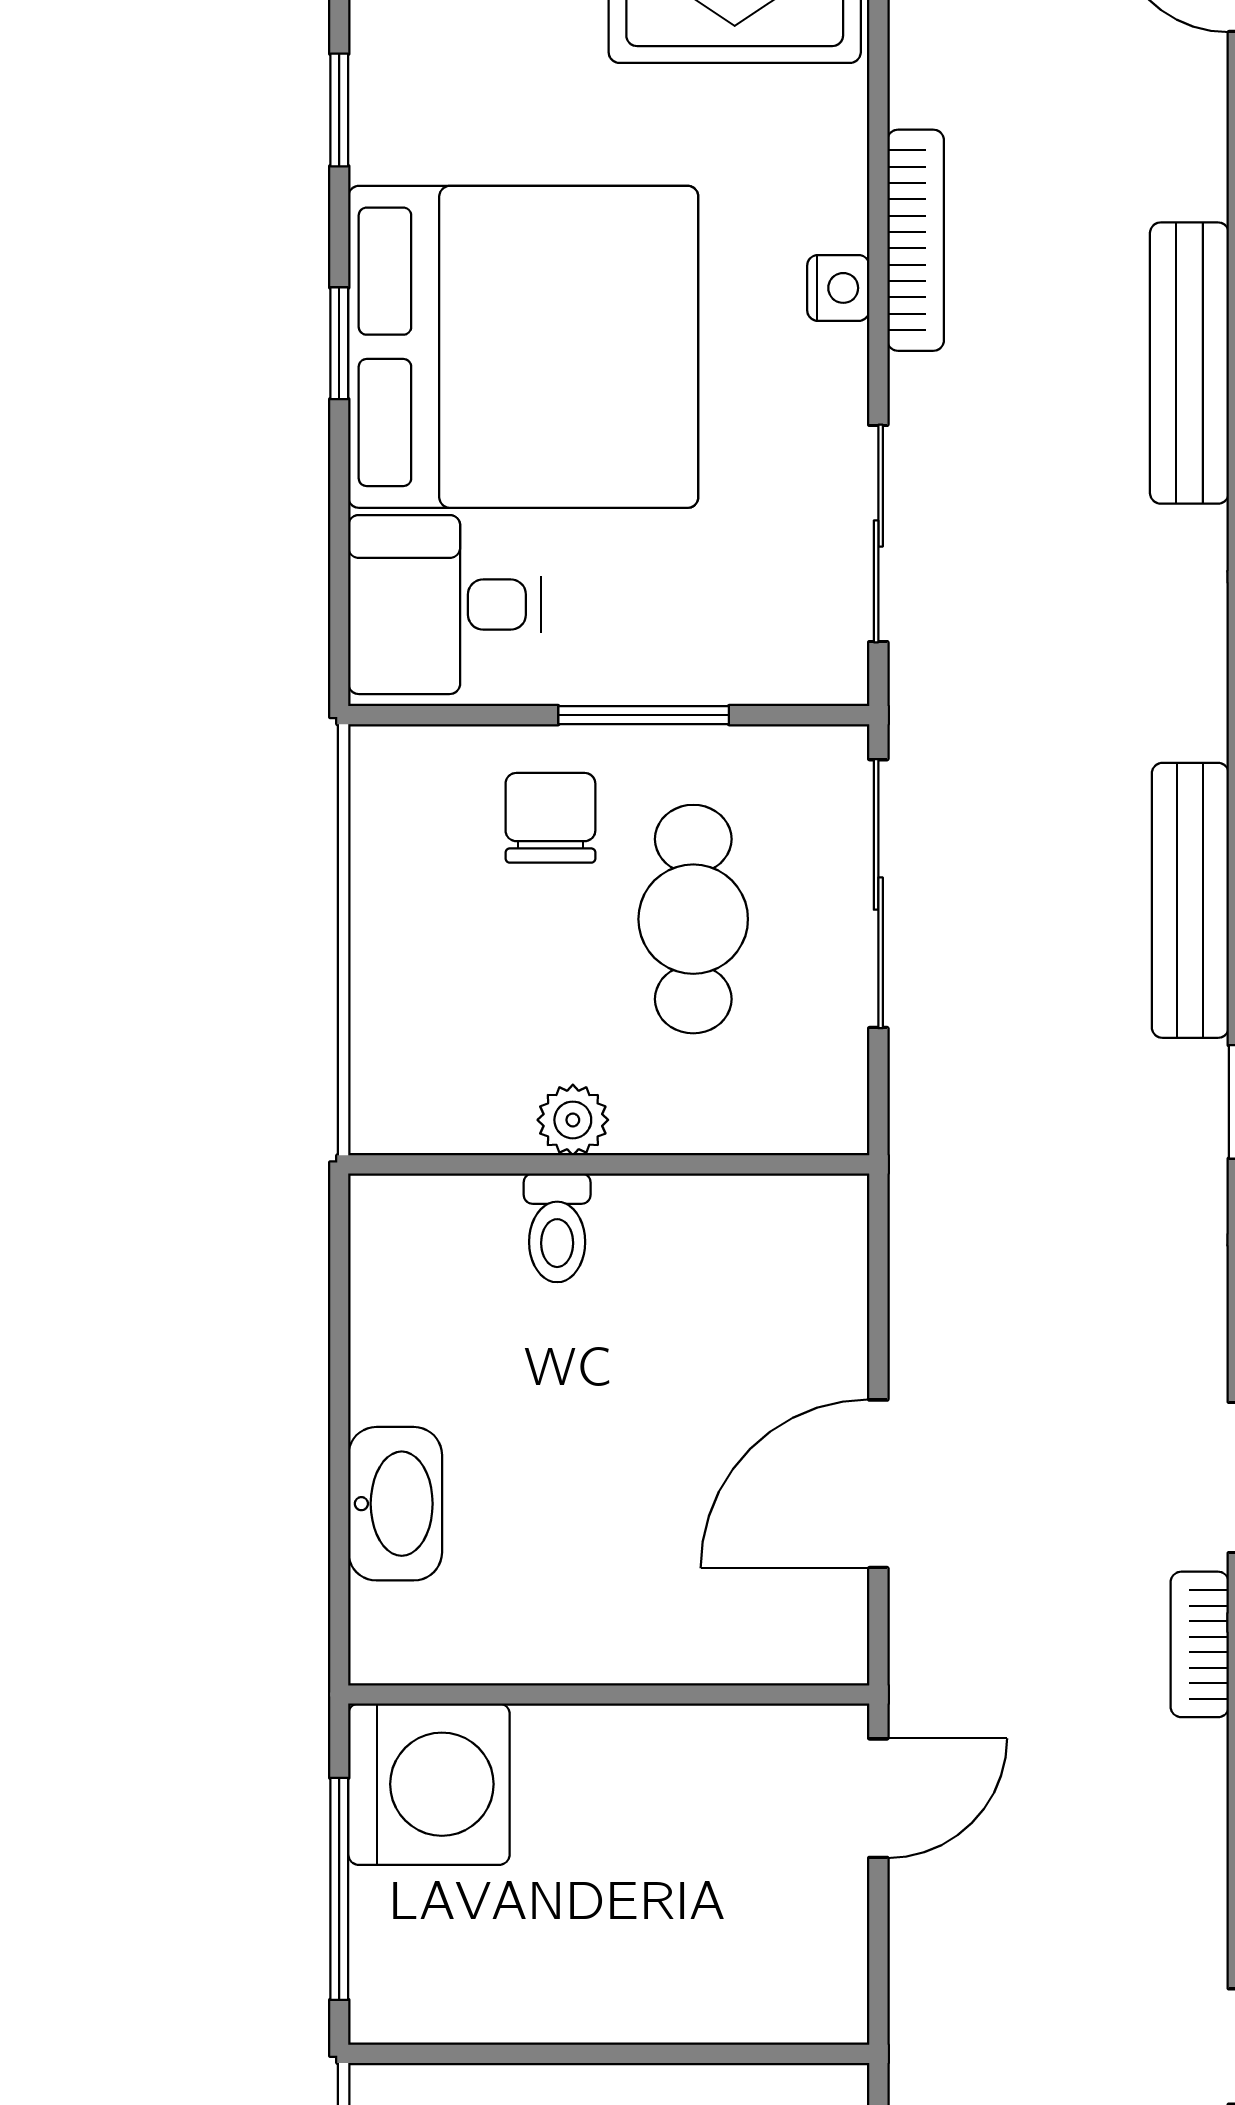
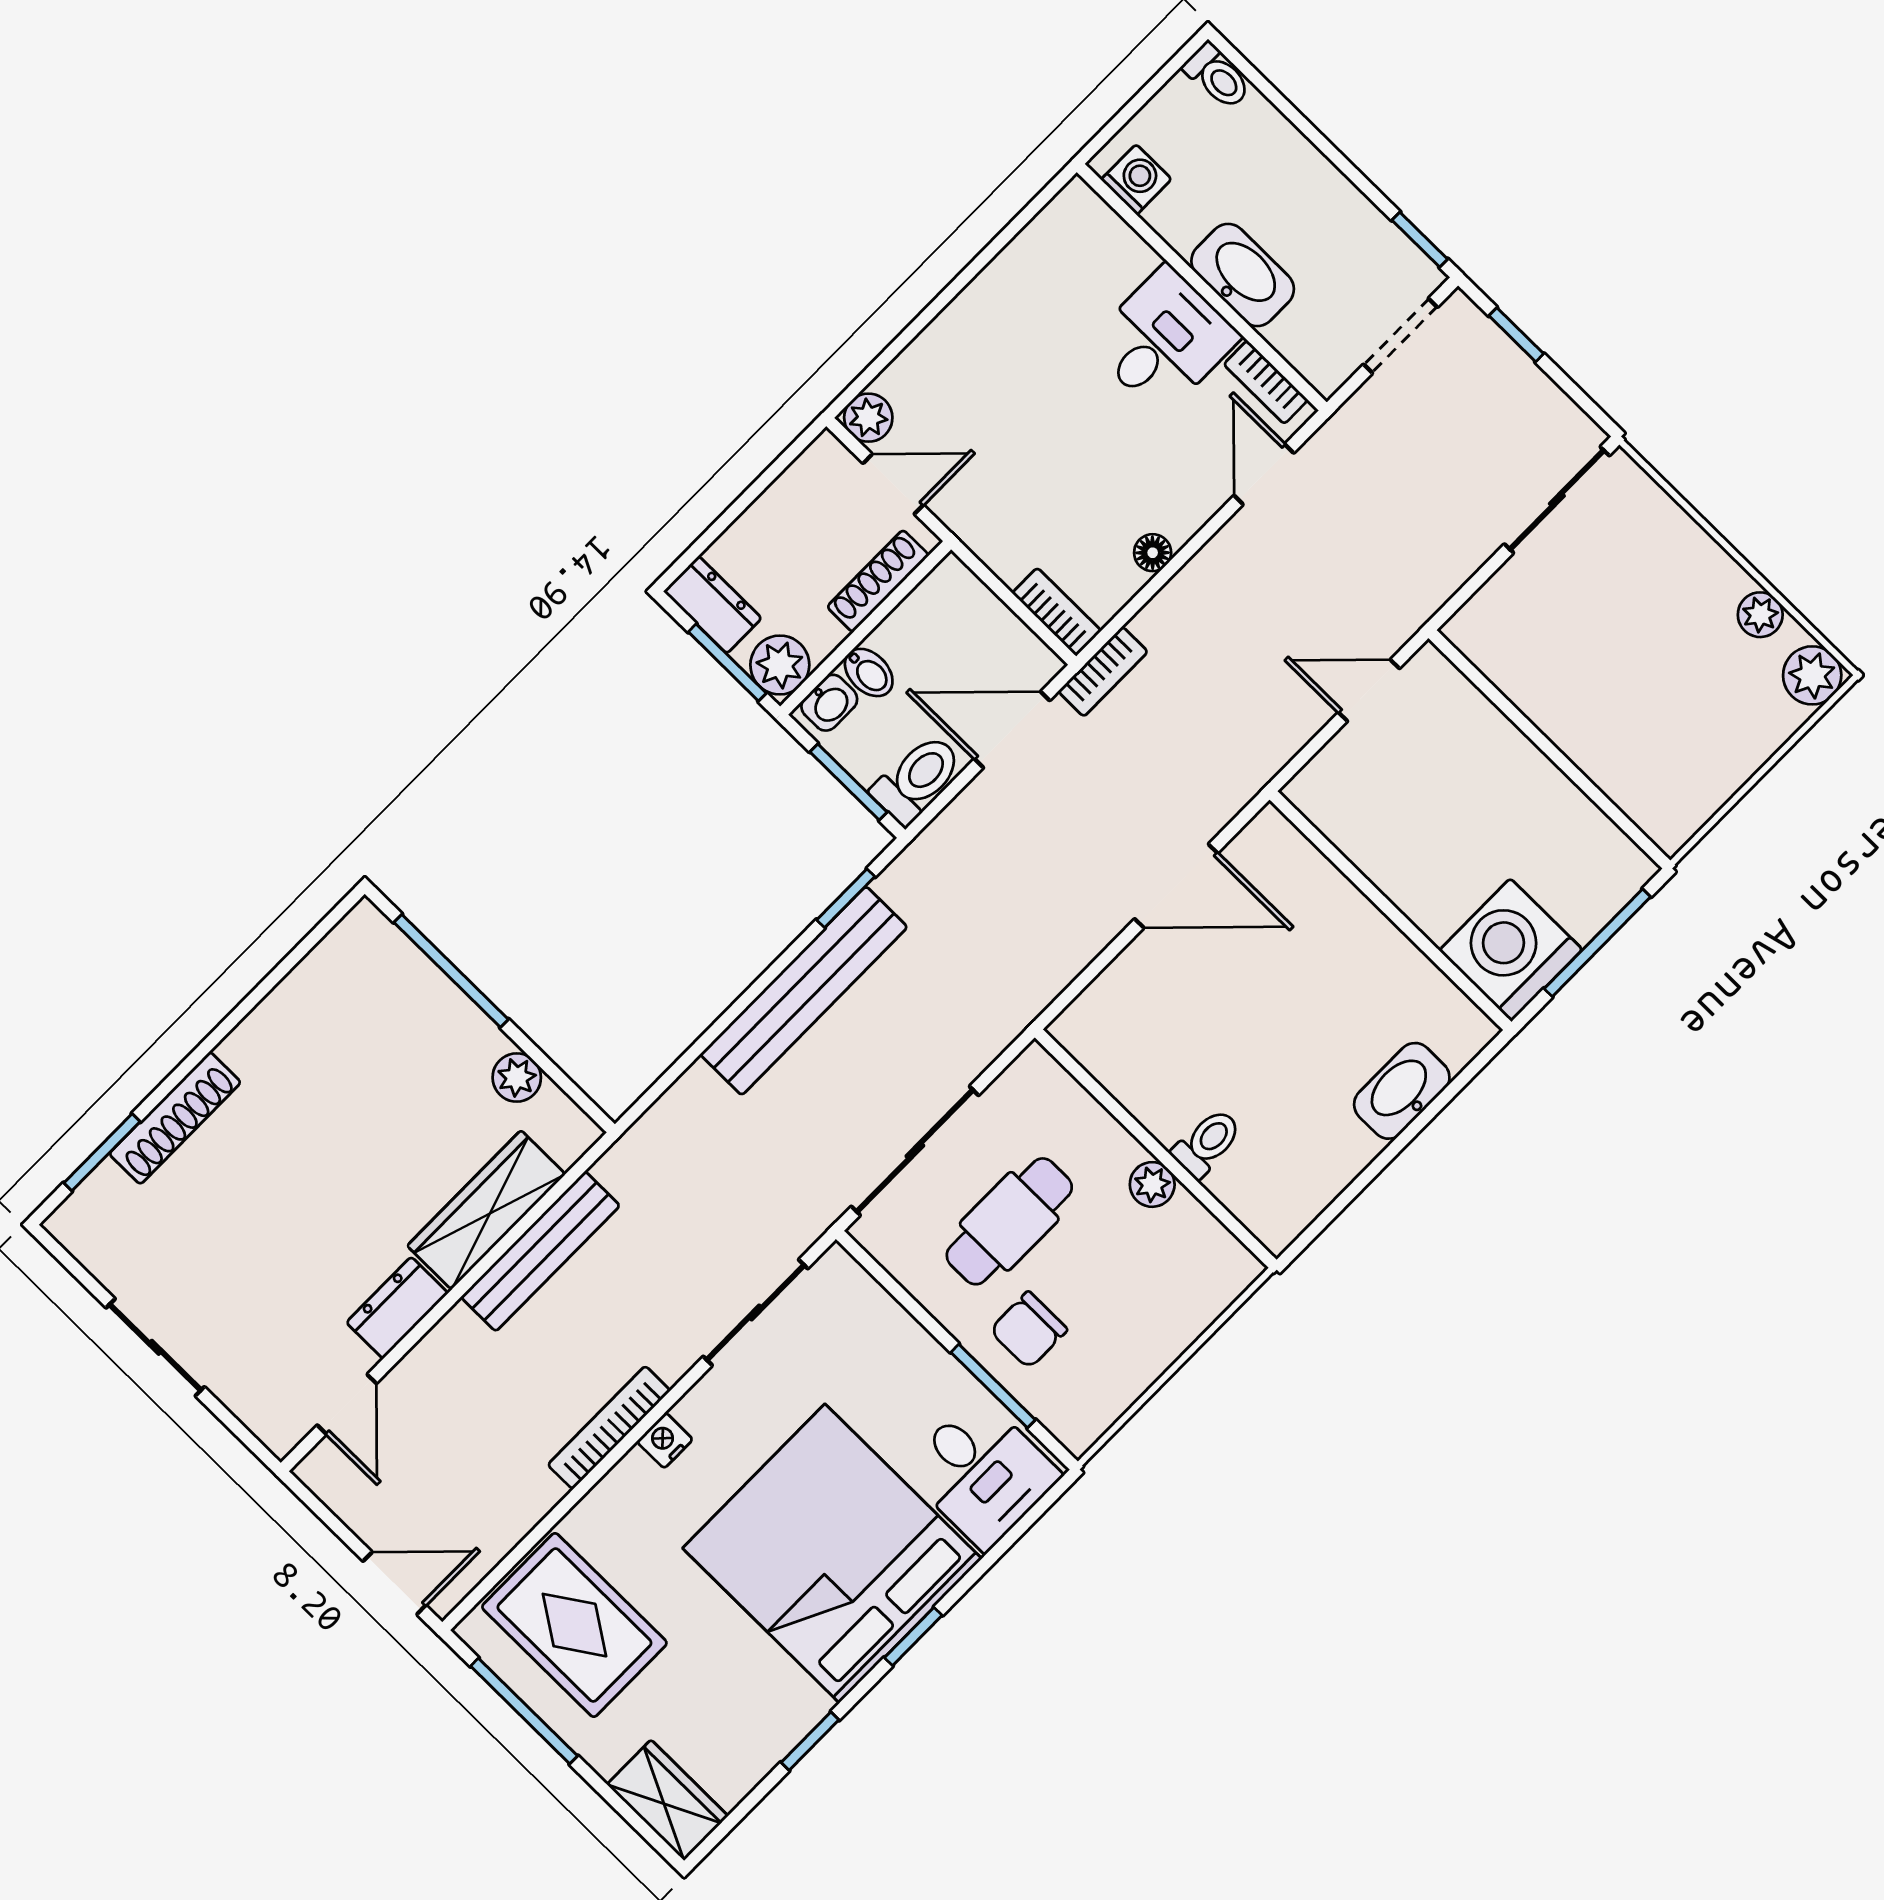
window: (644, 715) -> (993, 1386), moved
bench: (1190, 900) -> (804, 991), width x1.37, depth x1.21
door: (878, 1798) -> (1369, 690), moved

